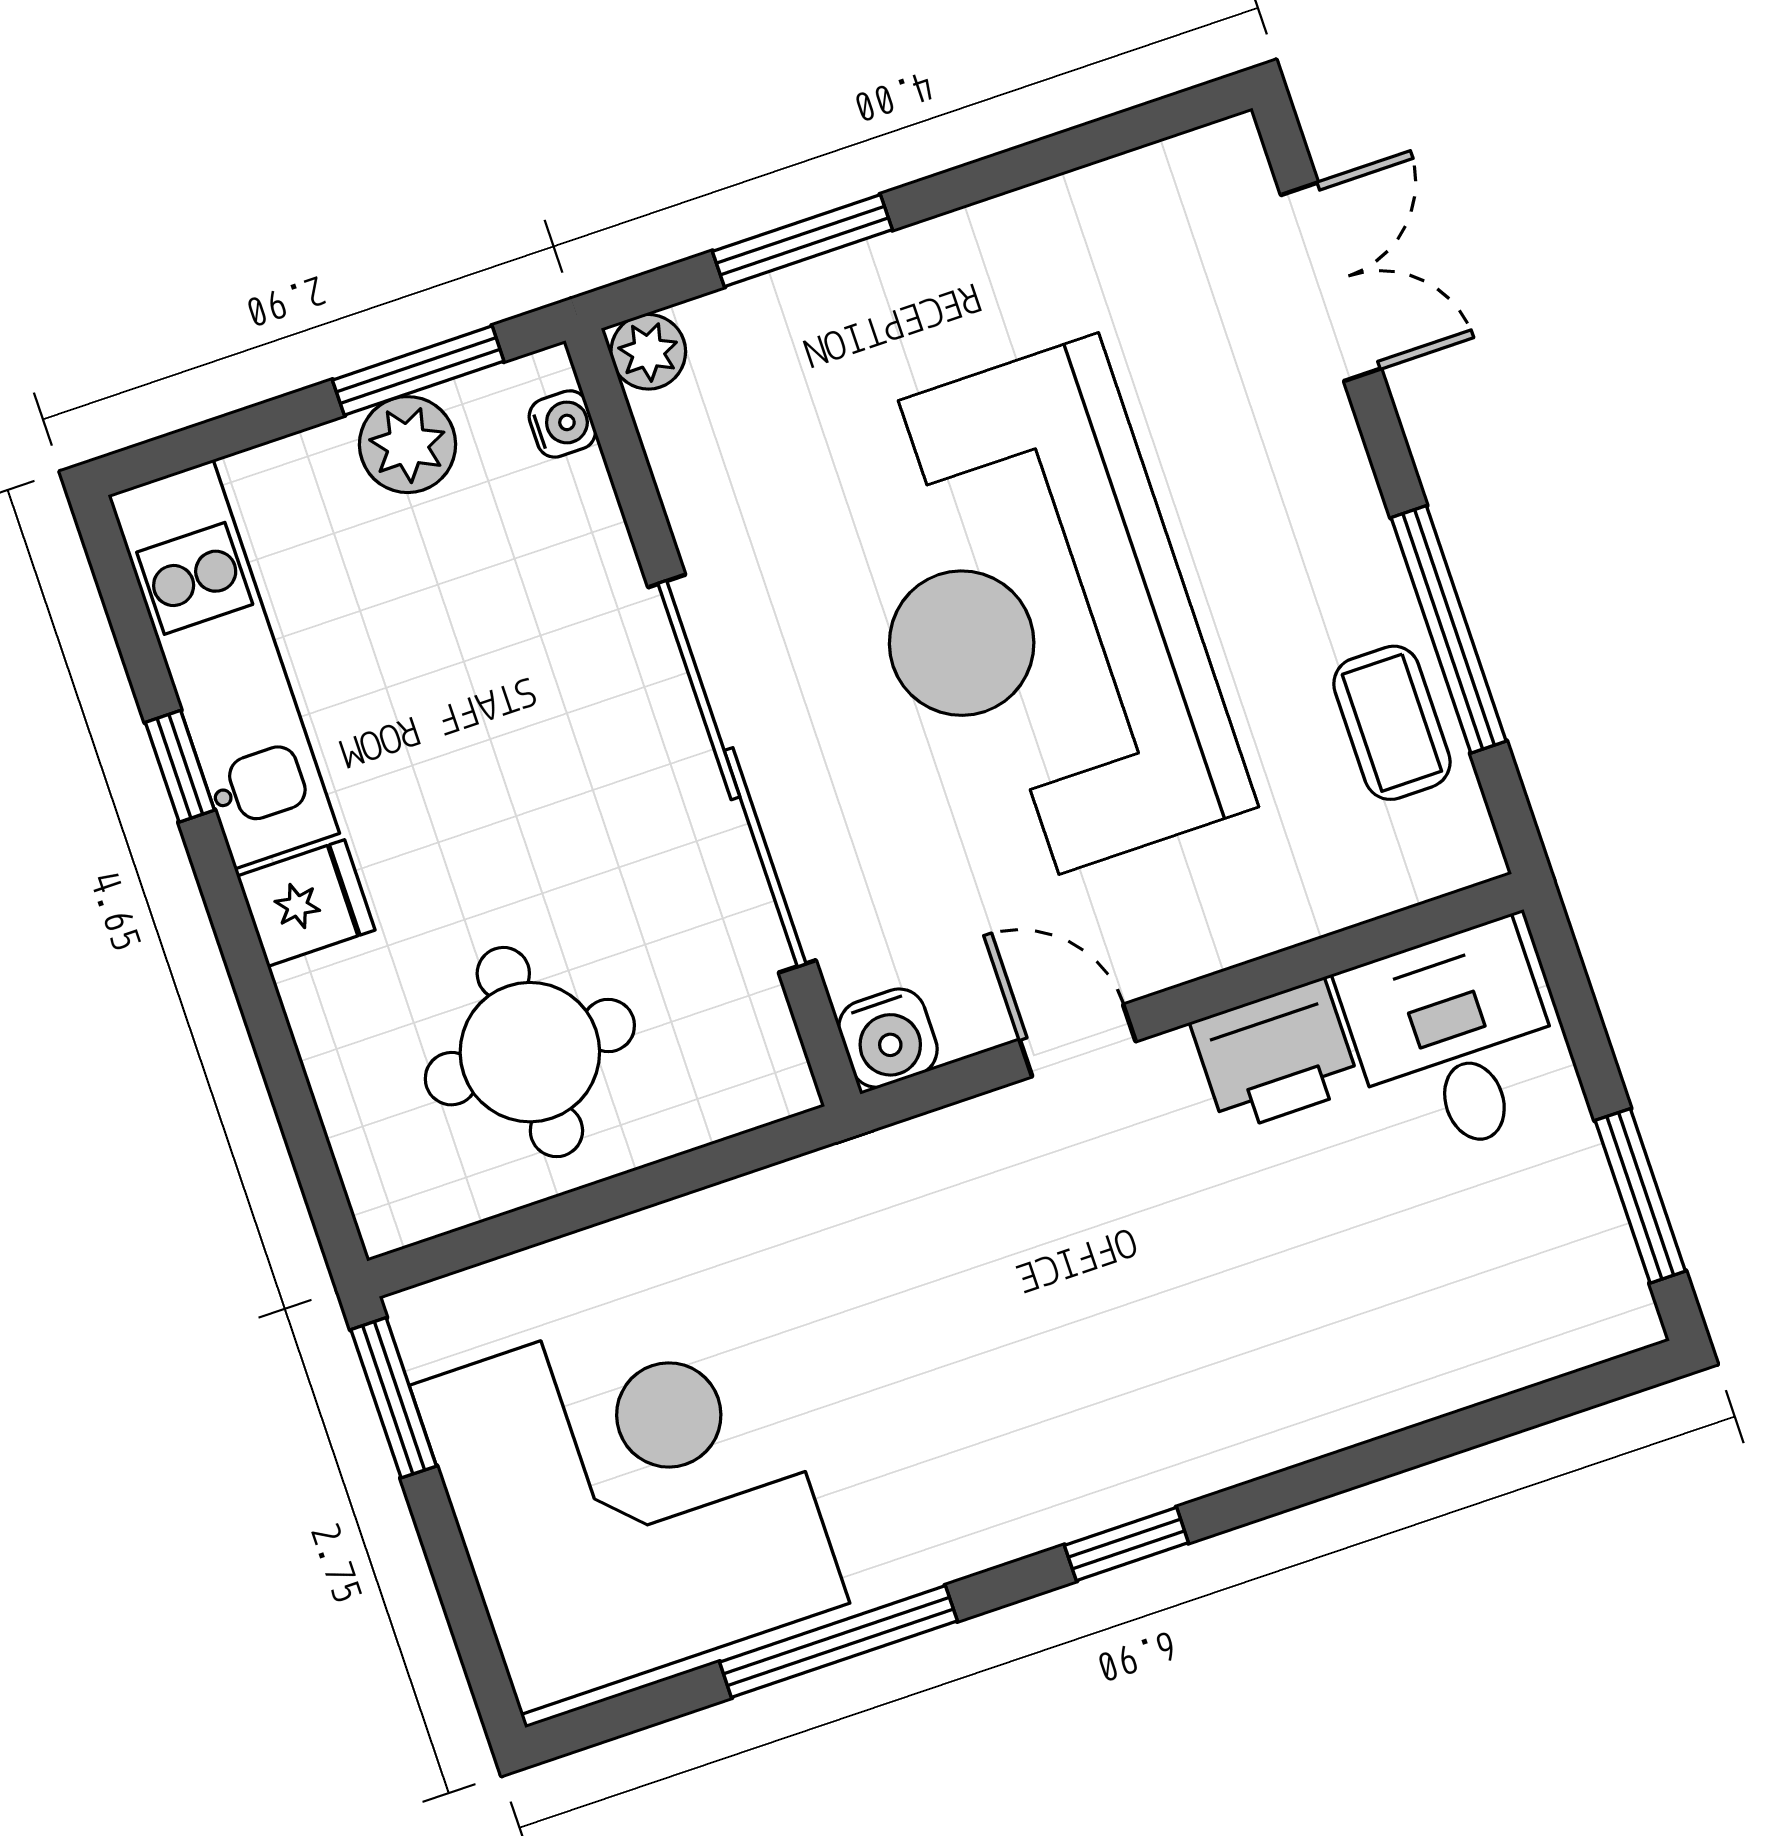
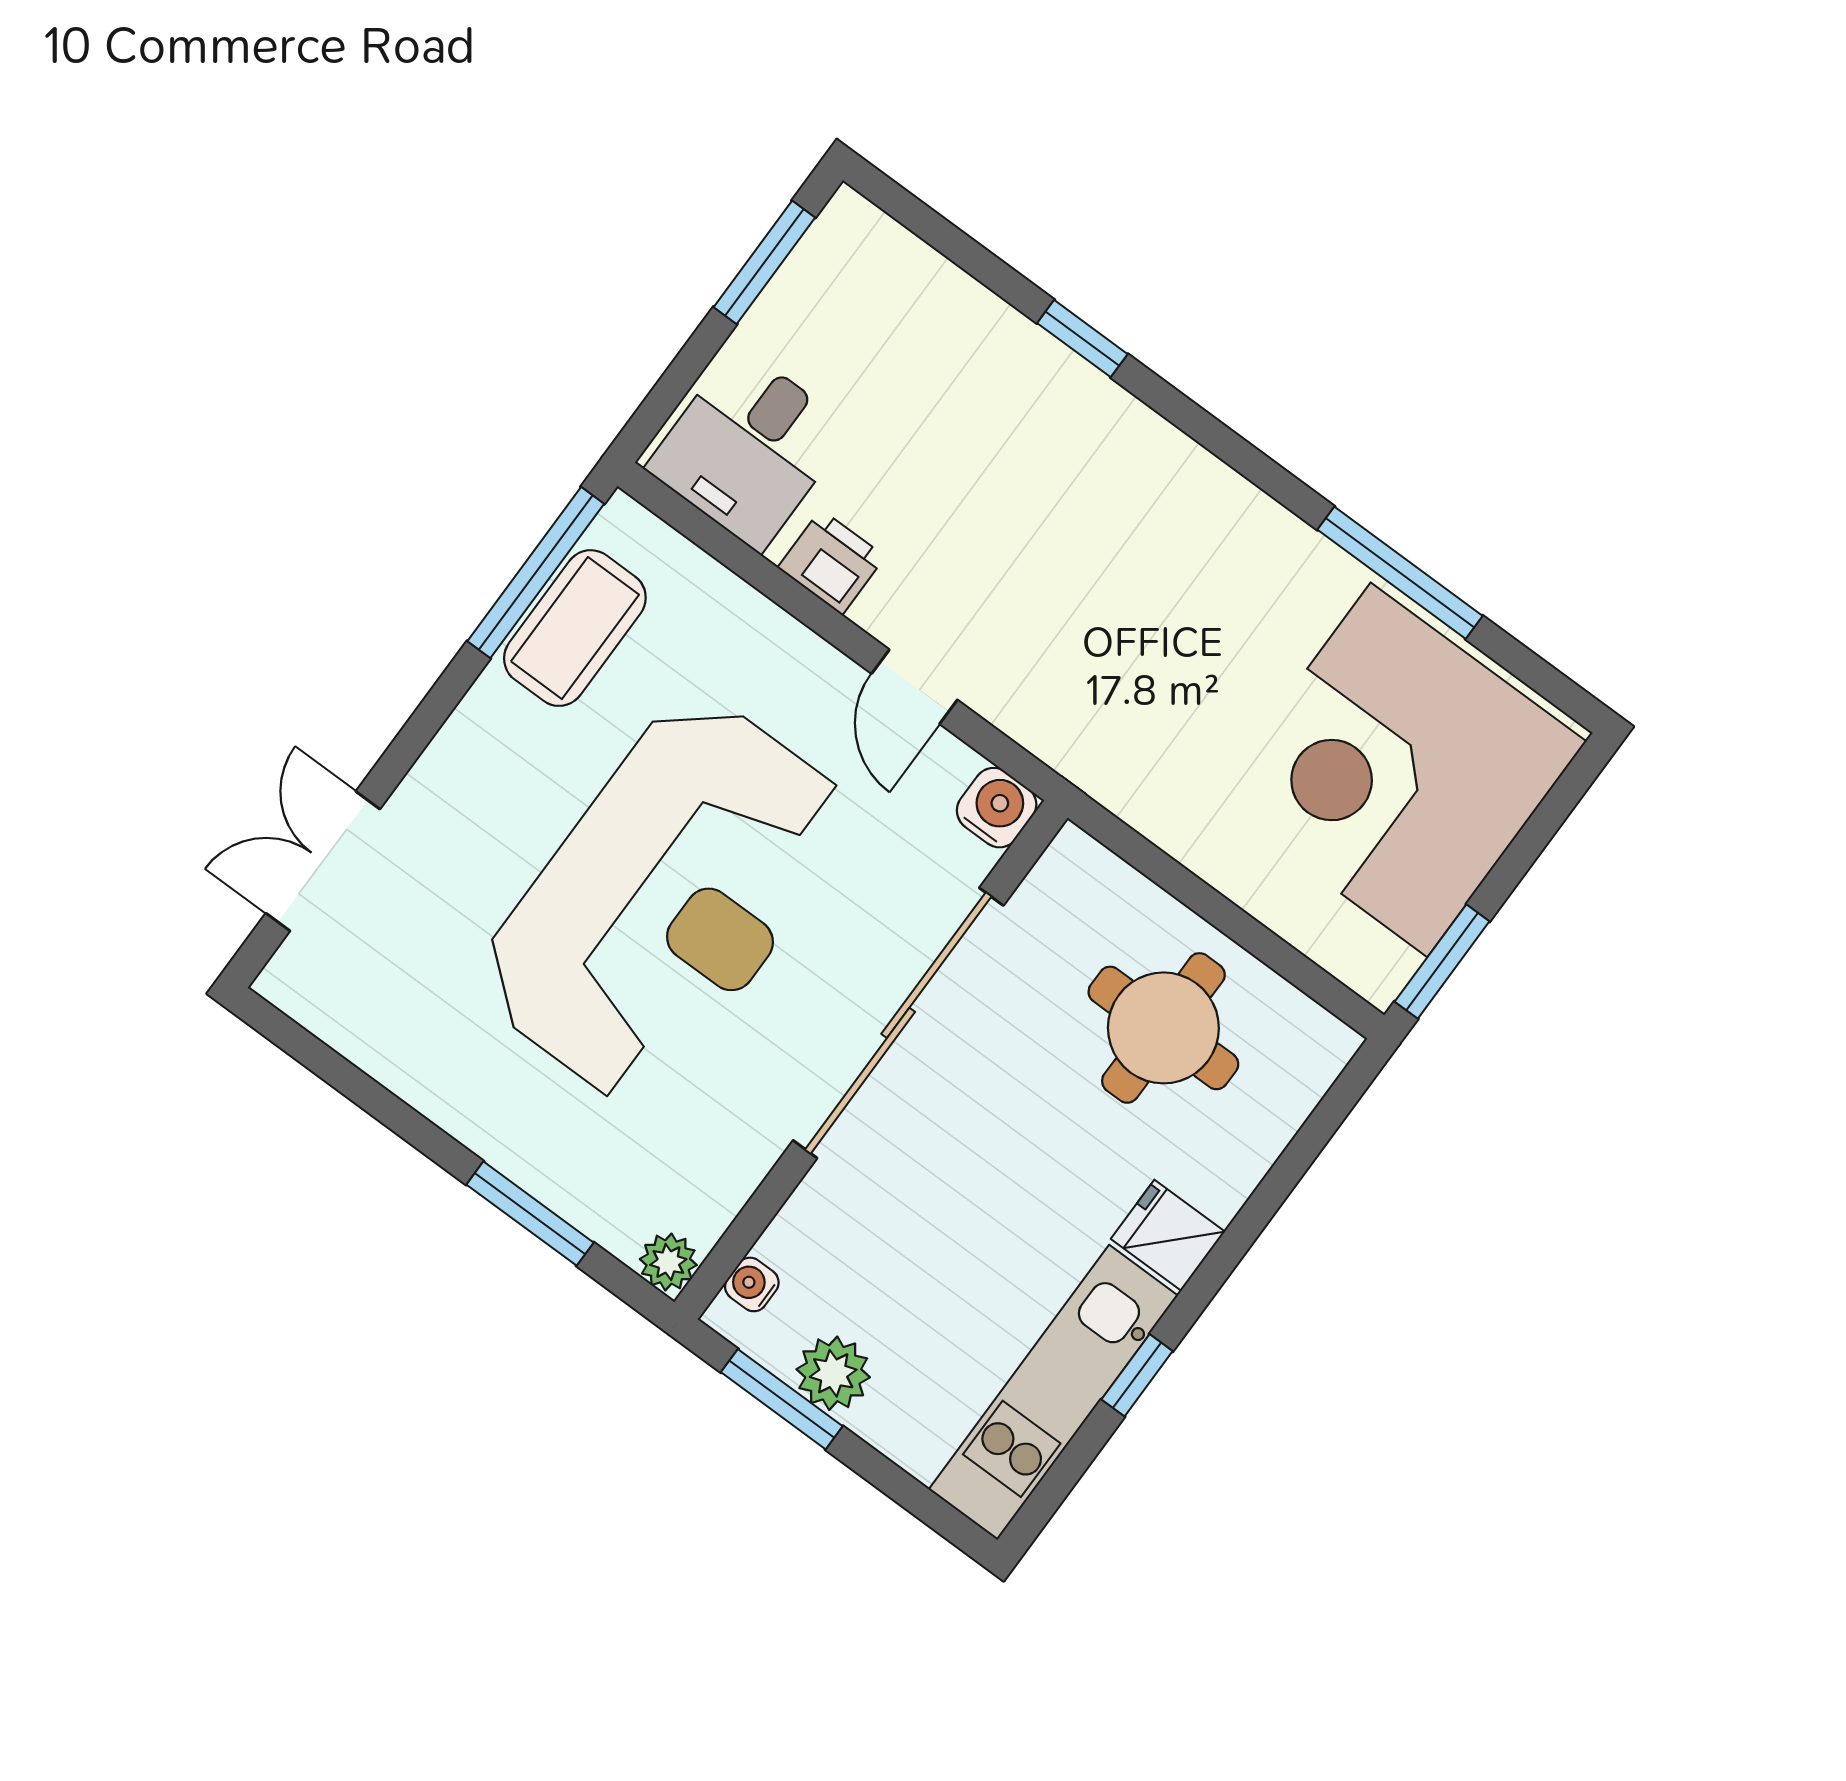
window: (1449, 629) -> (536, 572), moved
coffee table: (1392, 723) -> (575, 628), width x1.36, depth x1.30
printer: (1275, 1055) -> (831, 562), width x0.73, depth x0.81
window: (1126, 1544) -> (1082, 339), moved

